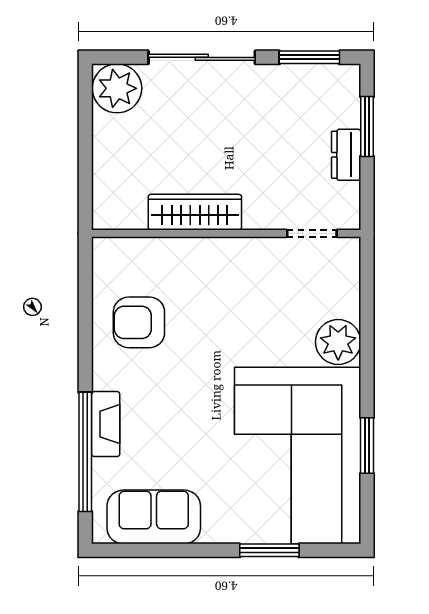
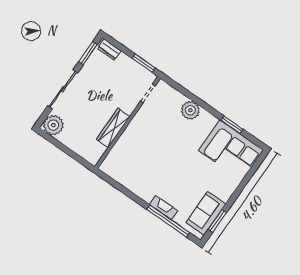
window: (367, 126) -> (144, 63), moved
dresser: (346, 155) -> (109, 50), moved
armchair: (139, 322) -> (137, 173), removed
corner sofa: (298, 456) -> (231, 150), width x0.73, depth x0.74
window: (269, 550) -> (217, 221), moved

